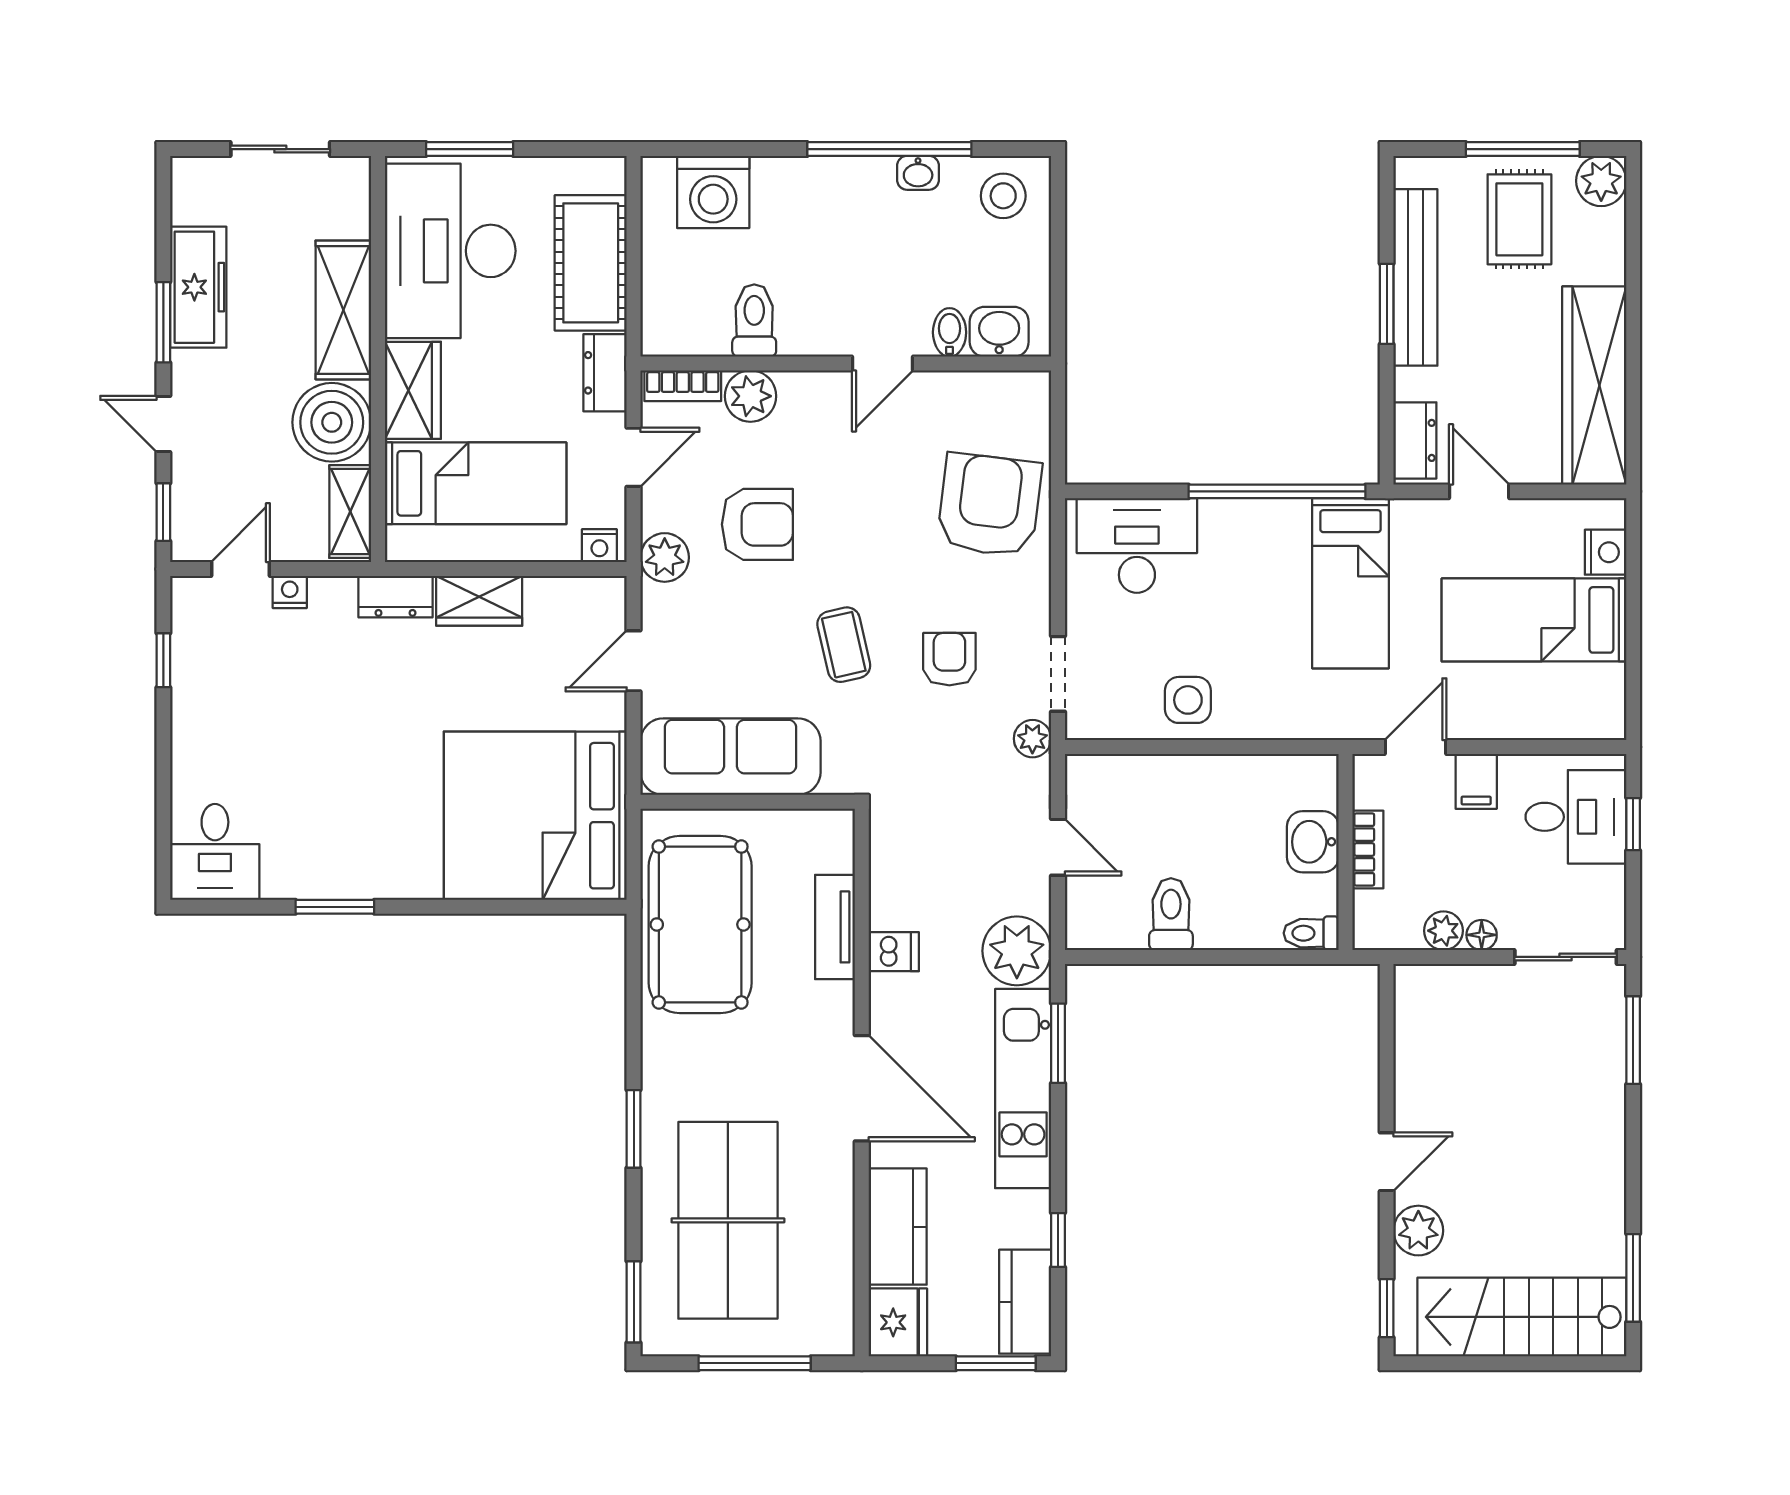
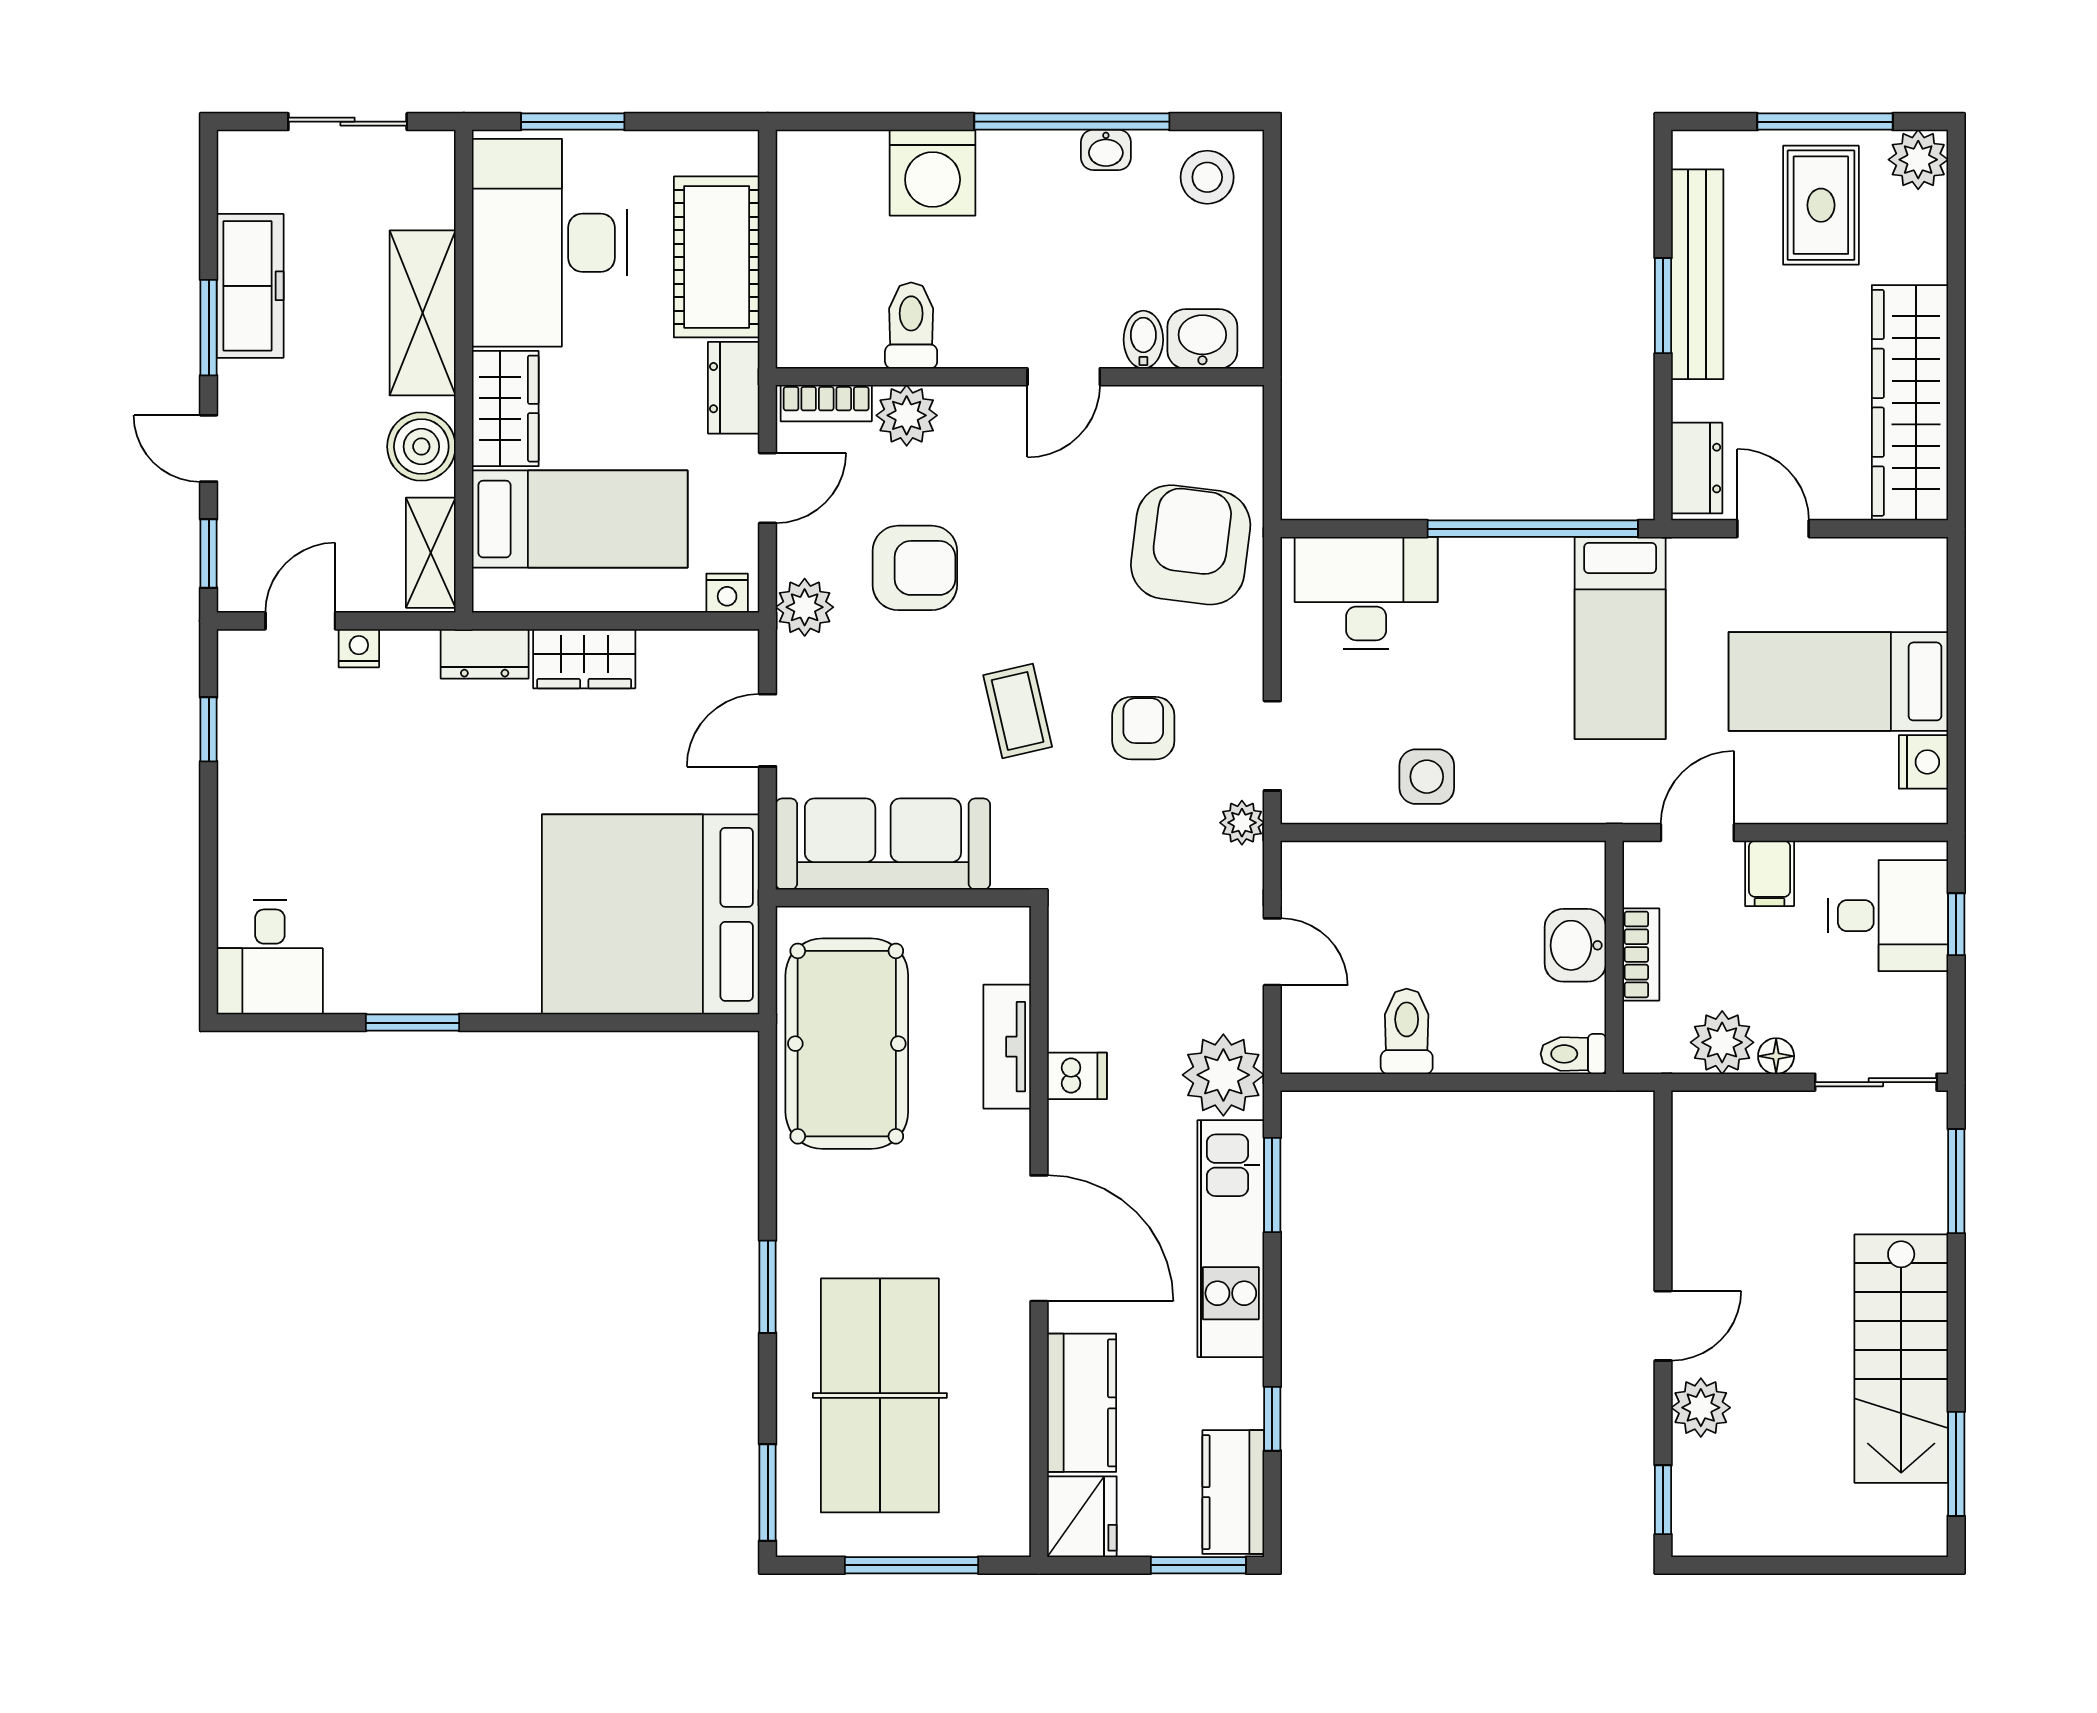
washing machine: (713, 192) -> (933, 173), moved
boiler: (332, 422) -> (421, 447), width x0.73, depth x0.73
nightstand: (1606, 552) -> (1923, 762), moved
plant: (1443, 931) -> (1722, 1042), width x1.38, depth x1.38
stairs: (1522, 1317) -> (1901, 1359), moved, turned -90

